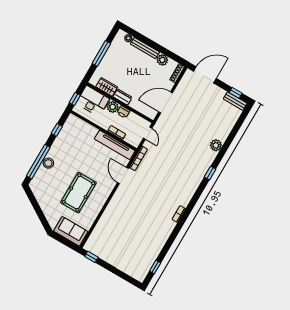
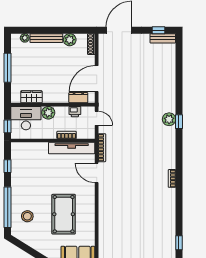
dresser: (122, 97) -> (78, 98), moved
printer: (123, 112) -> (75, 112), moved
plant: (216, 145) -> (169, 119), moved
stool: (48, 163) -> (27, 216), moved

